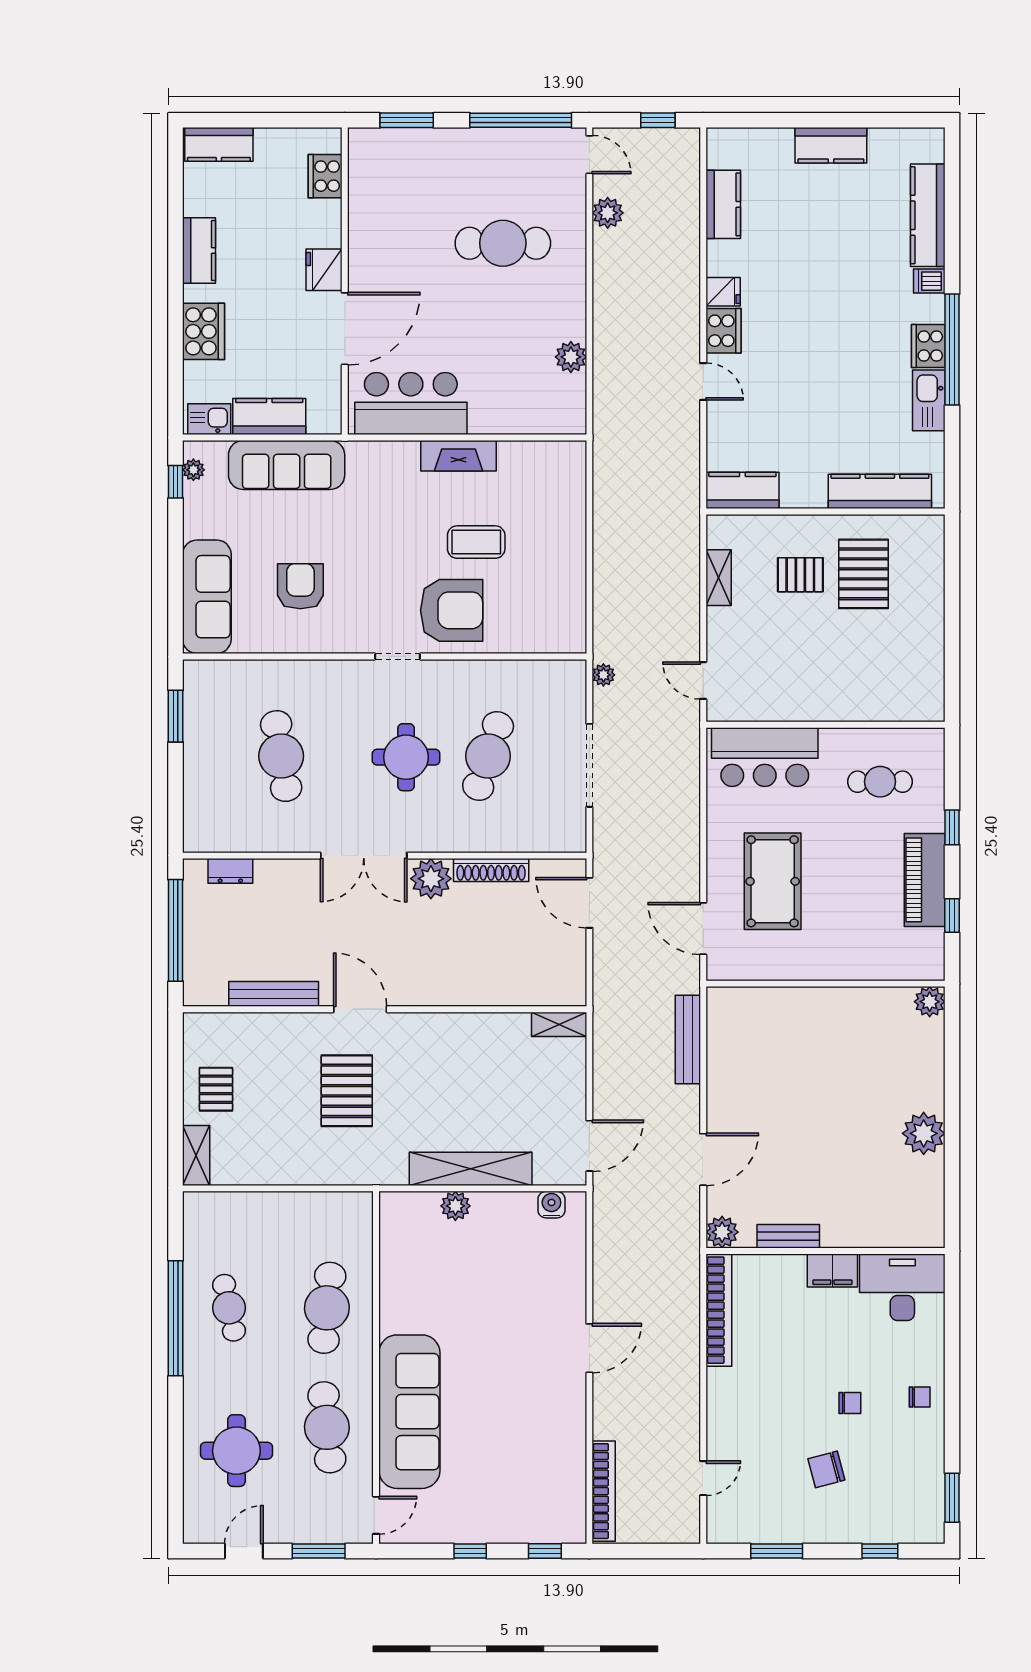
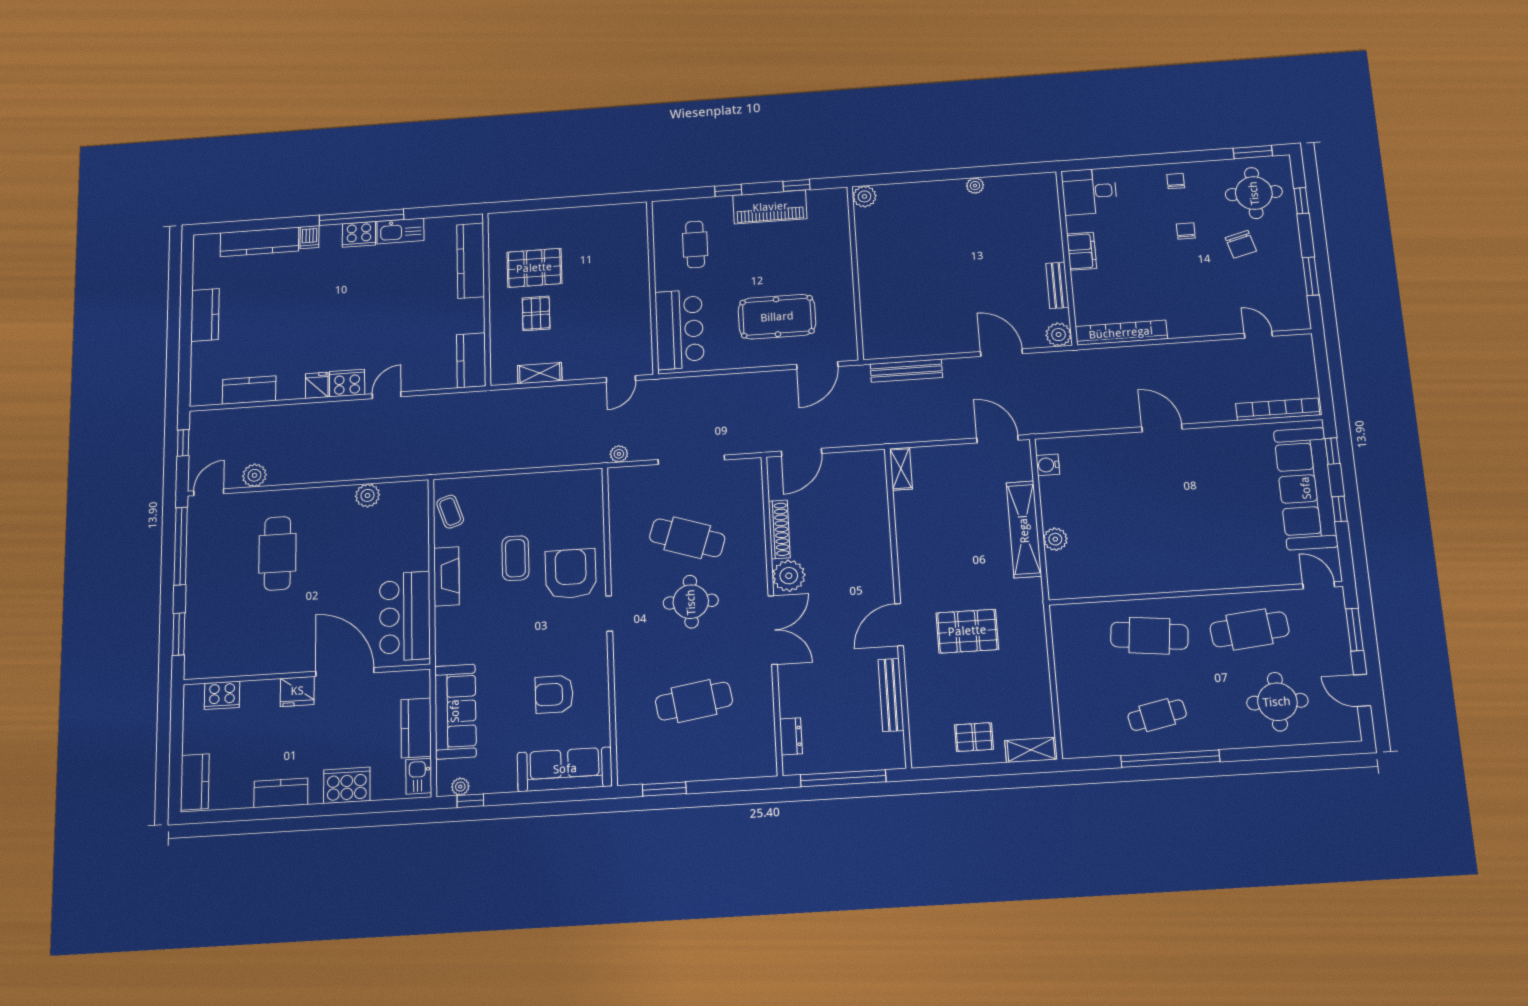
coffee table: (542, 461) -> (450, 512), added
plant: (924, 1133) -> (975, 186), width x0.53, depth x0.53
desk: (902, 1287) -> (1089, 191), width x0.73
sofa: (409, 1412) -> (1306, 488), moved, turned -90
round table: (895, 1493) -> (1254, 193), added

